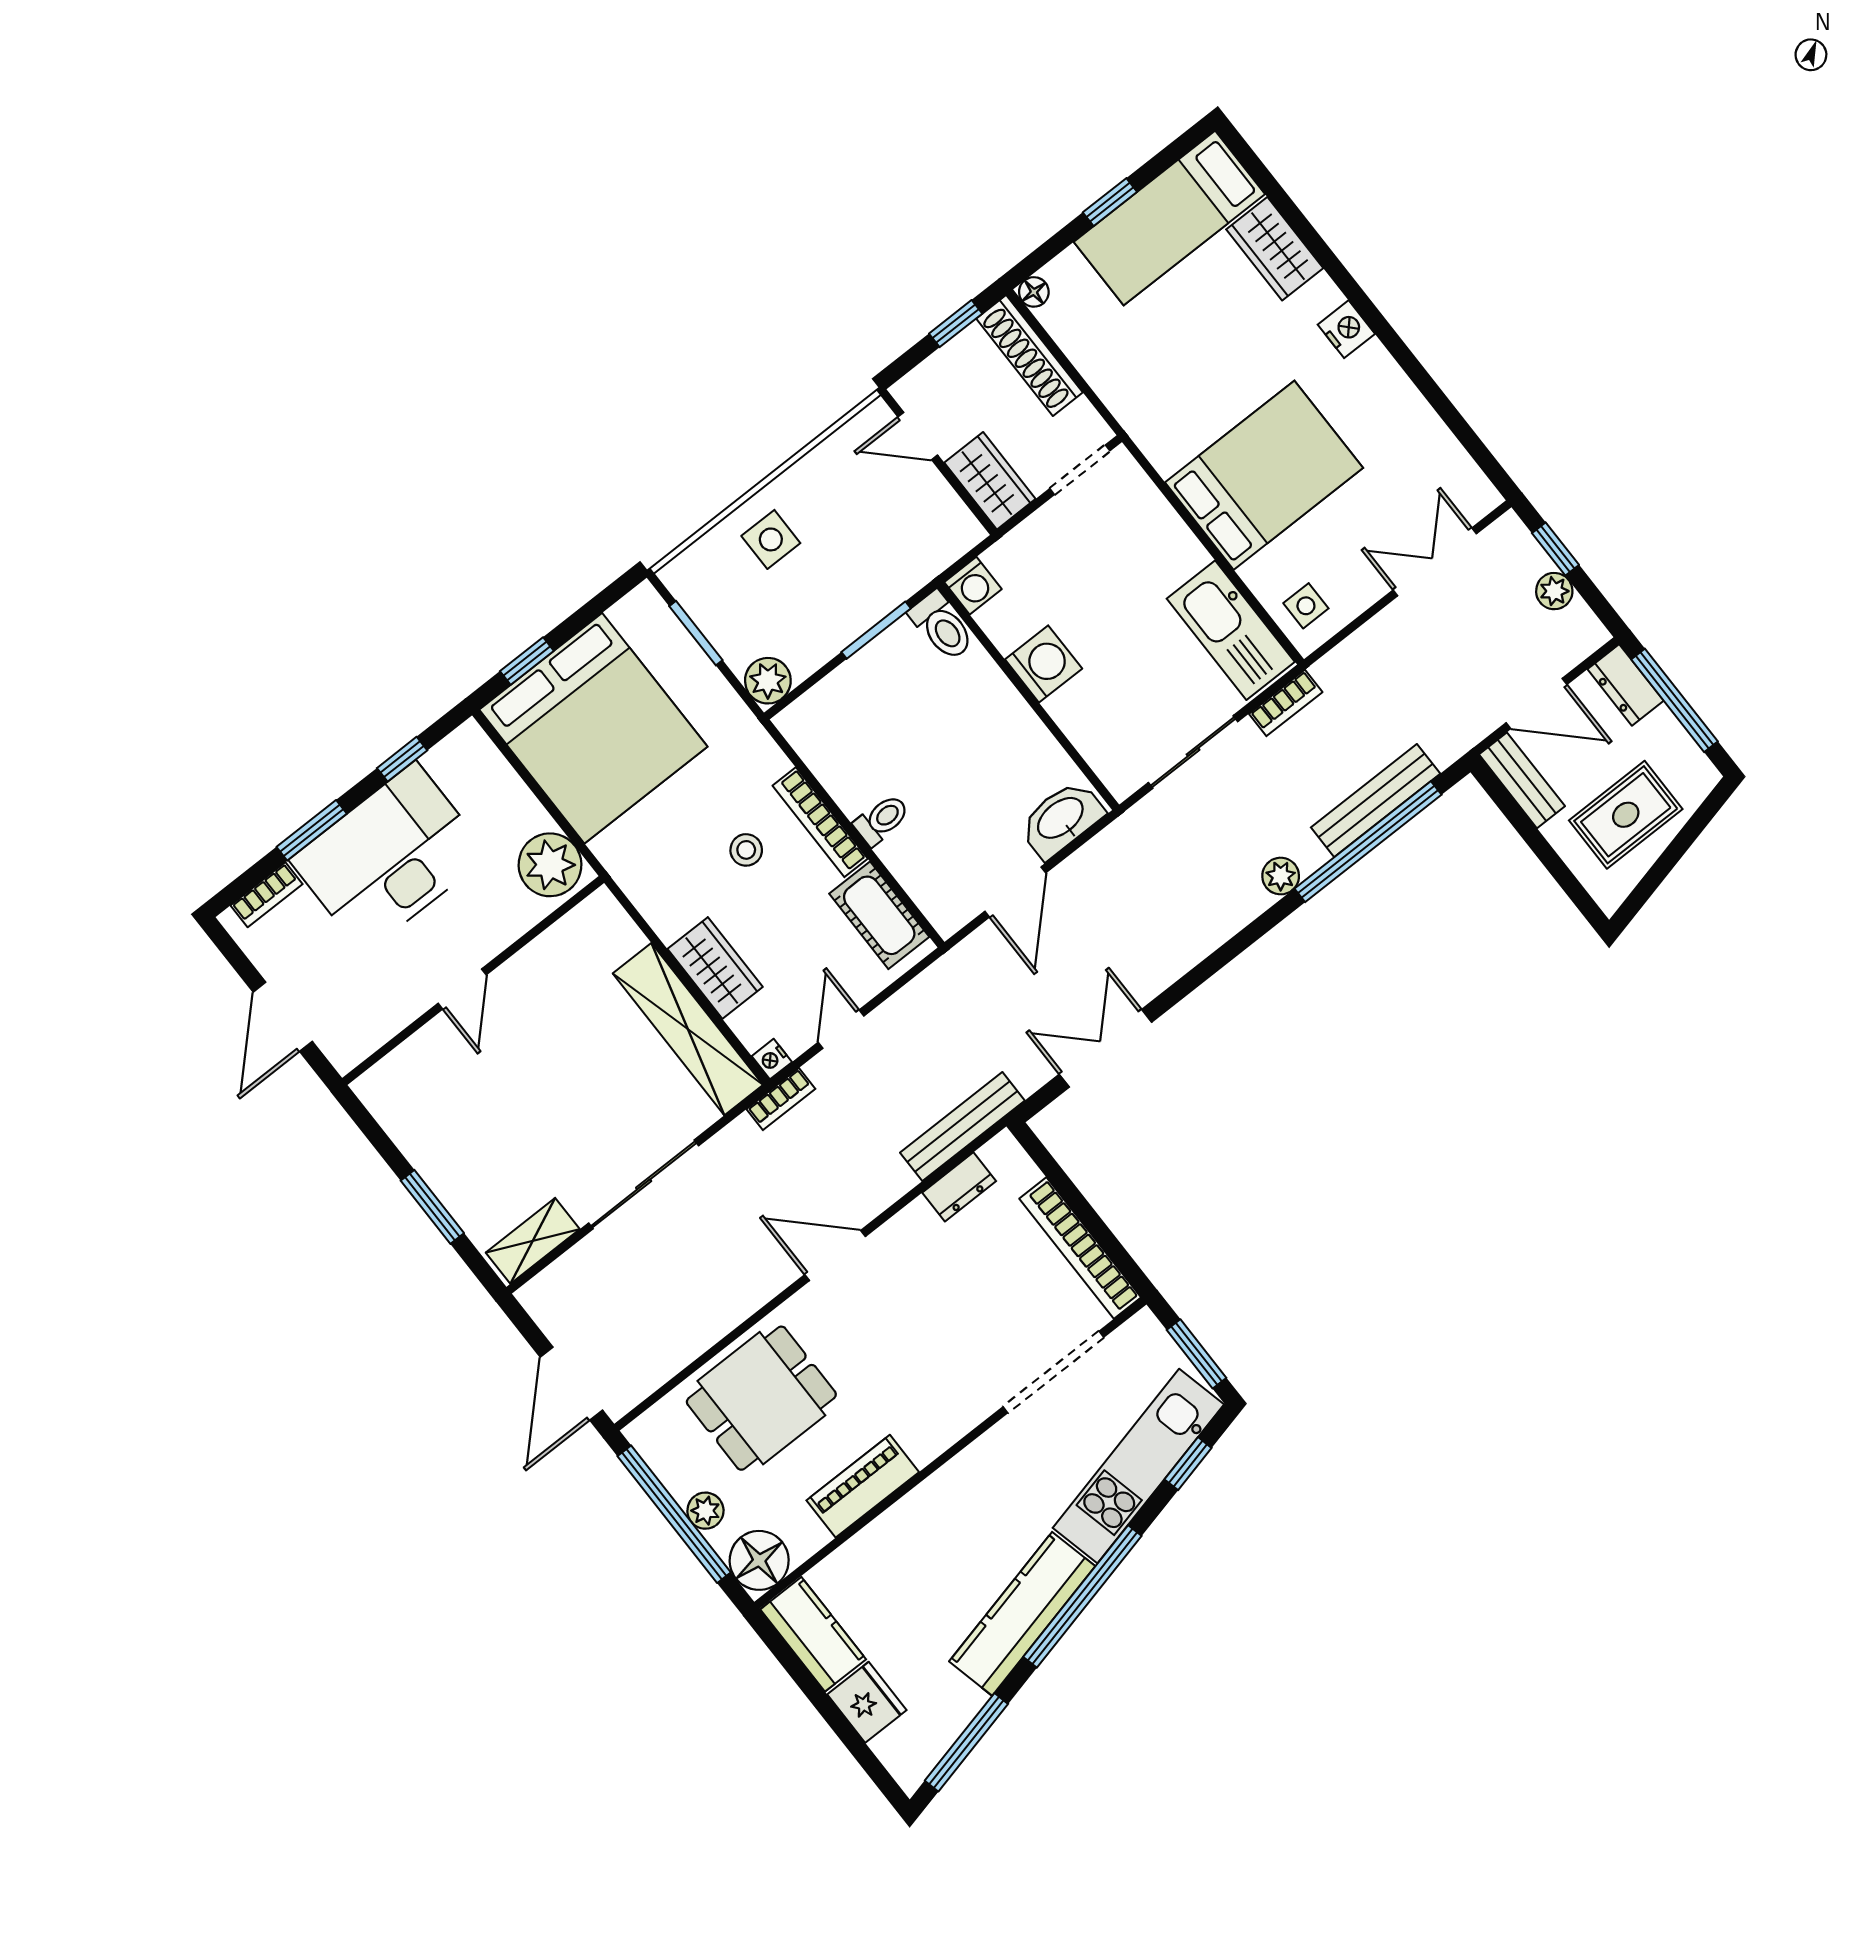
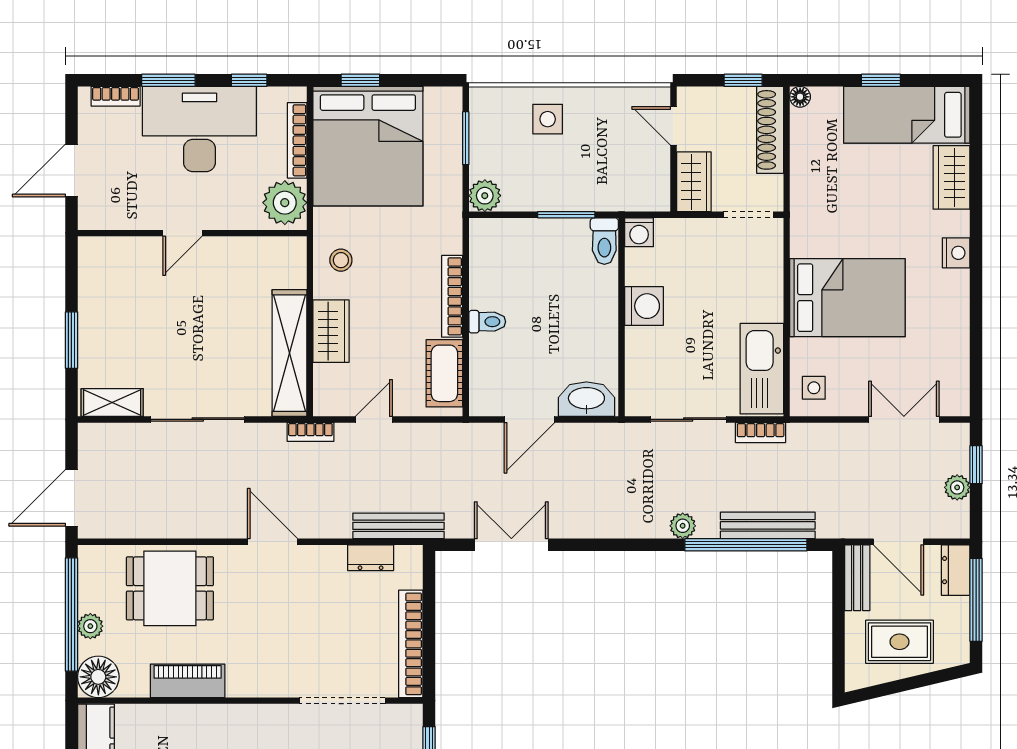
bookcase: (509, 784) -> (297, 140), added
stool: (746, 850) -> (341, 260), moved
nightstand: (772, 1059) -> (323, 406), removed

